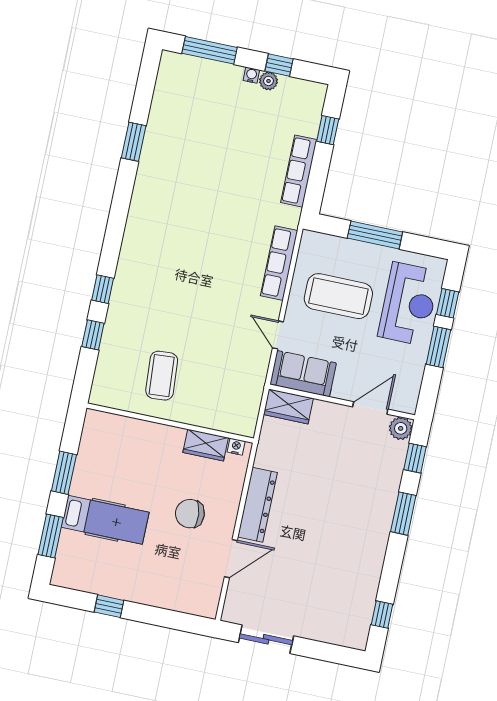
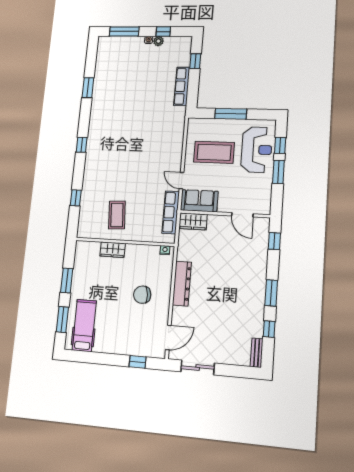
row of seats: (279, 263) -> (171, 212), moved
window: (103, 289) -> (82, 145), moved
door: (370, 408) -> (242, 215), swing flipped
plant: (401, 428) -> (263, 224), removed
wardrobe: (206, 445) -> (113, 250), moved
window: (403, 514) -> (271, 293), moved
hospital bed: (105, 520) -> (84, 325), moved, turned -90
door: (231, 559) -> (168, 337), moved
window: (109, 606) -> (138, 362), moved
window: (382, 615) -> (269, 329), moved
bench: (362, 628) -> (257, 353), added

